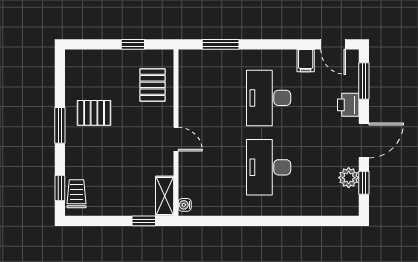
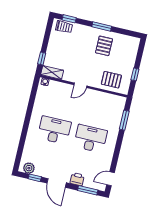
filing cabinet: (306, 61) -> (105, 162), removed
plant: (349, 178) -> (29, 168), moved

